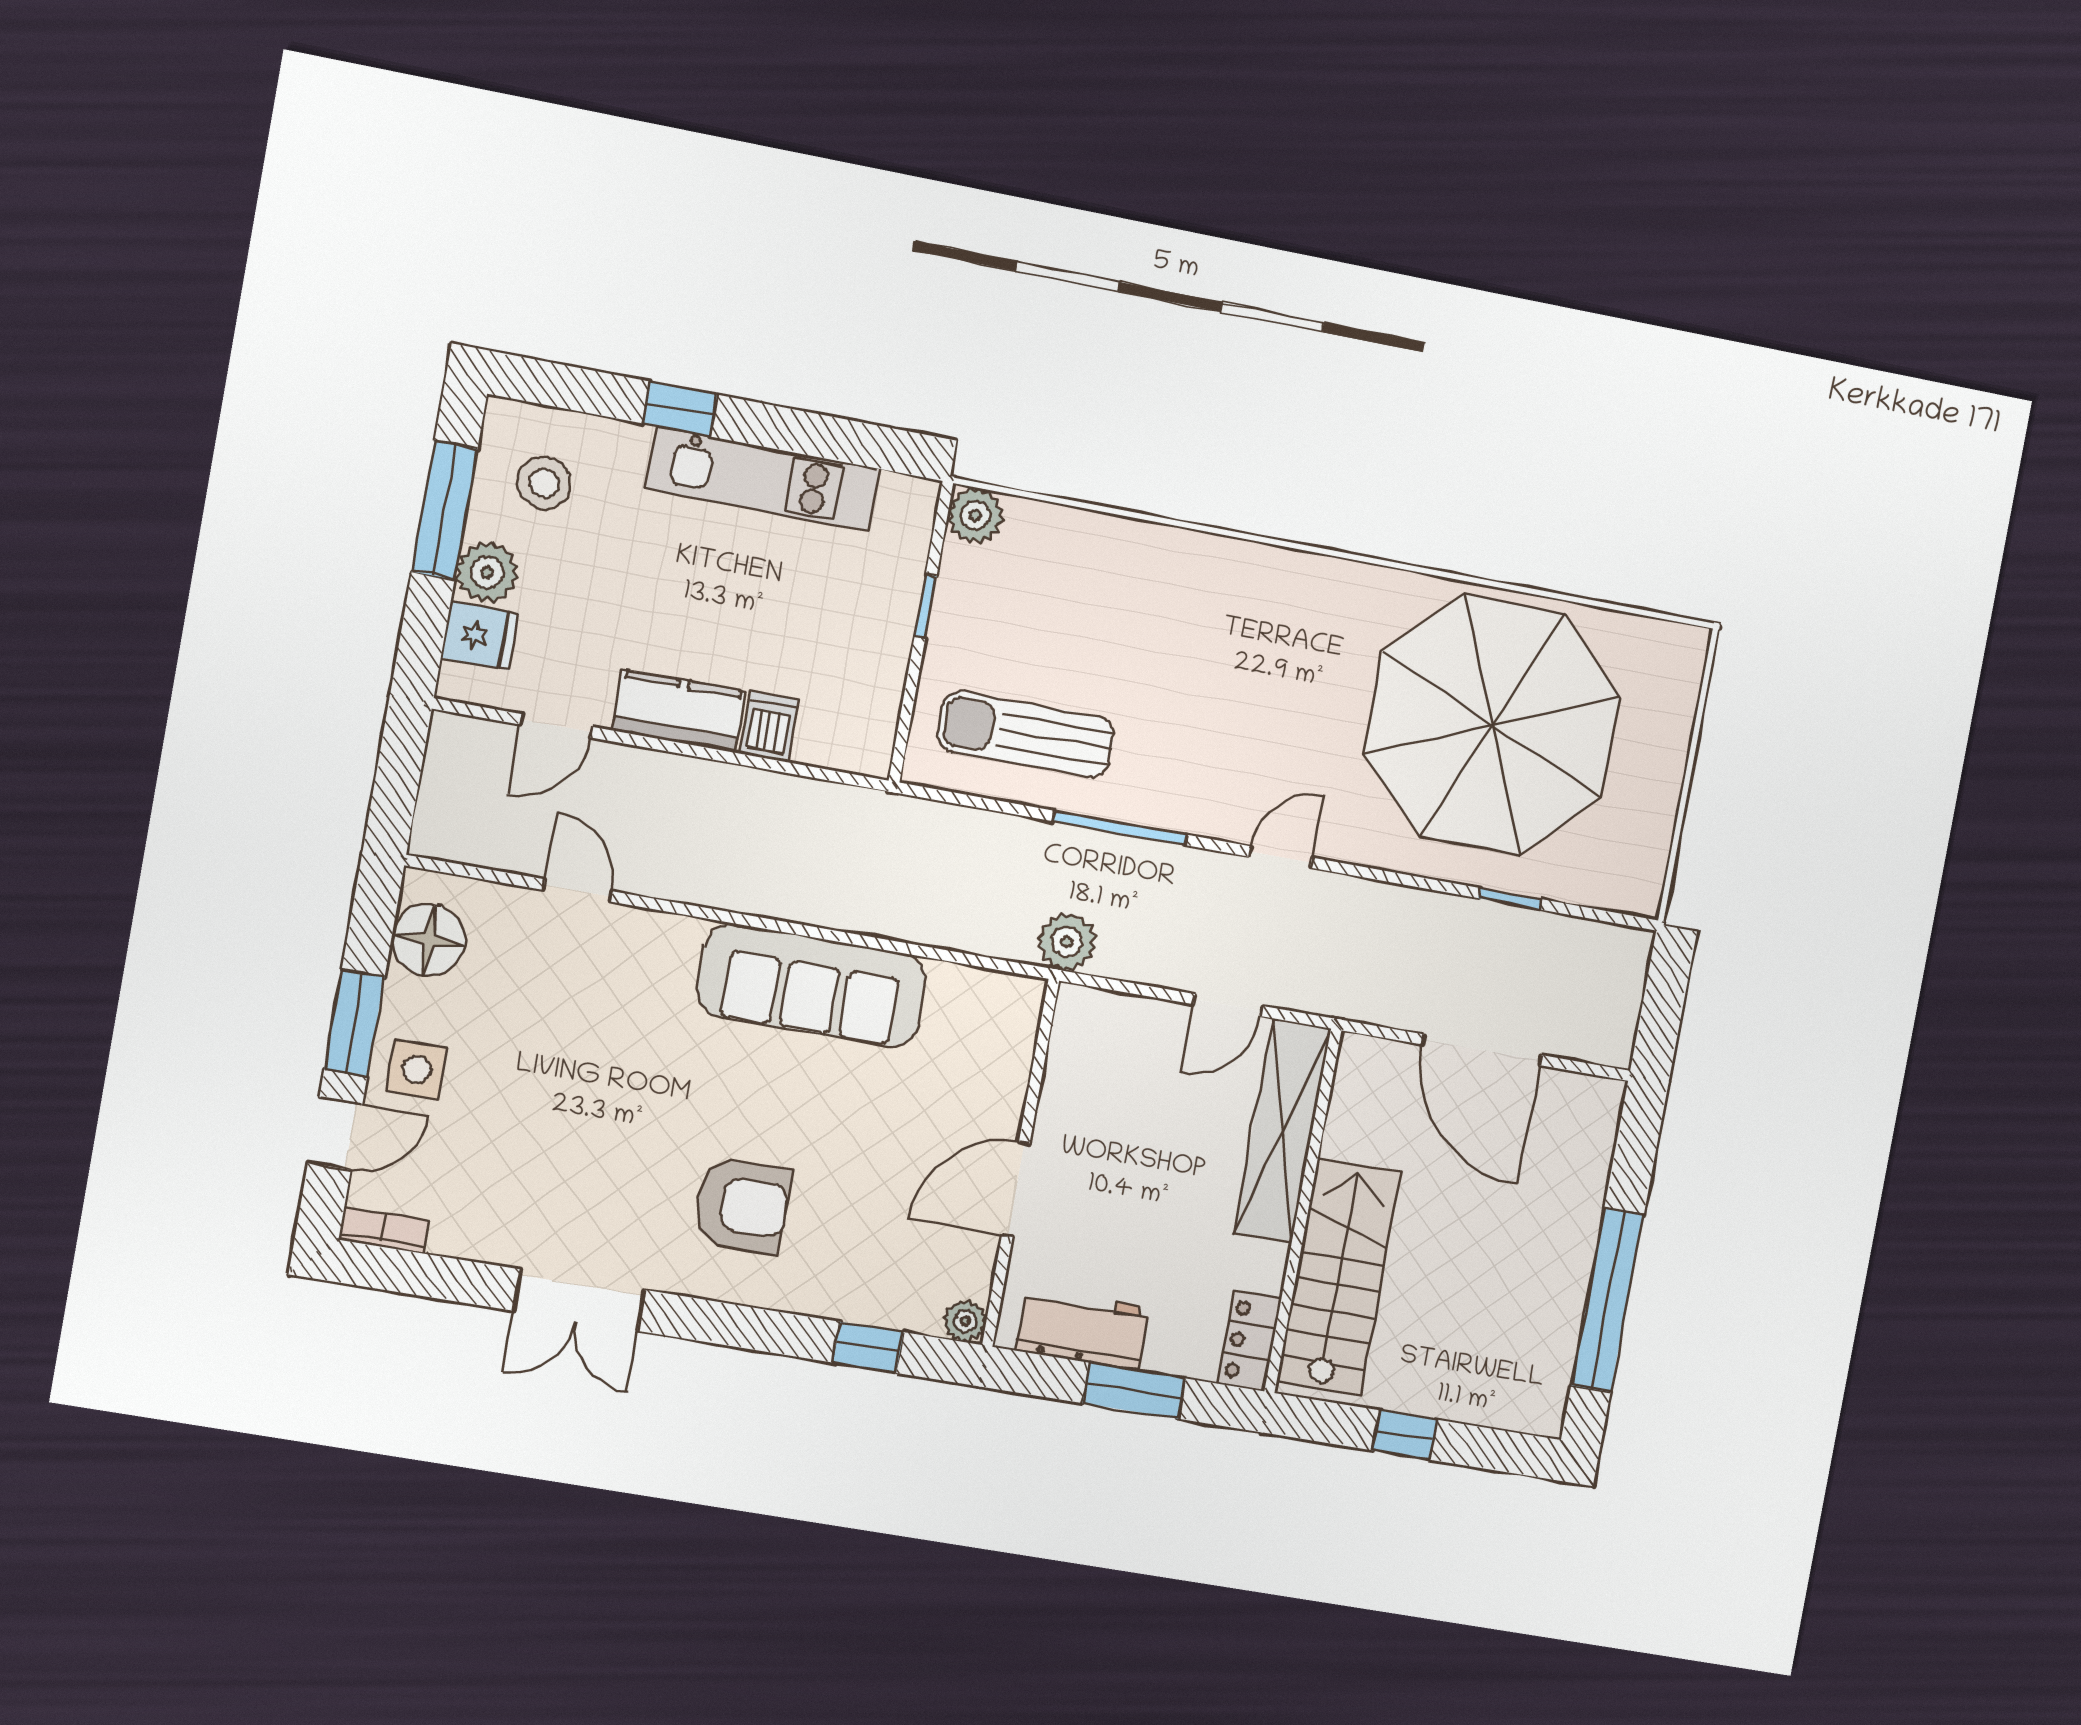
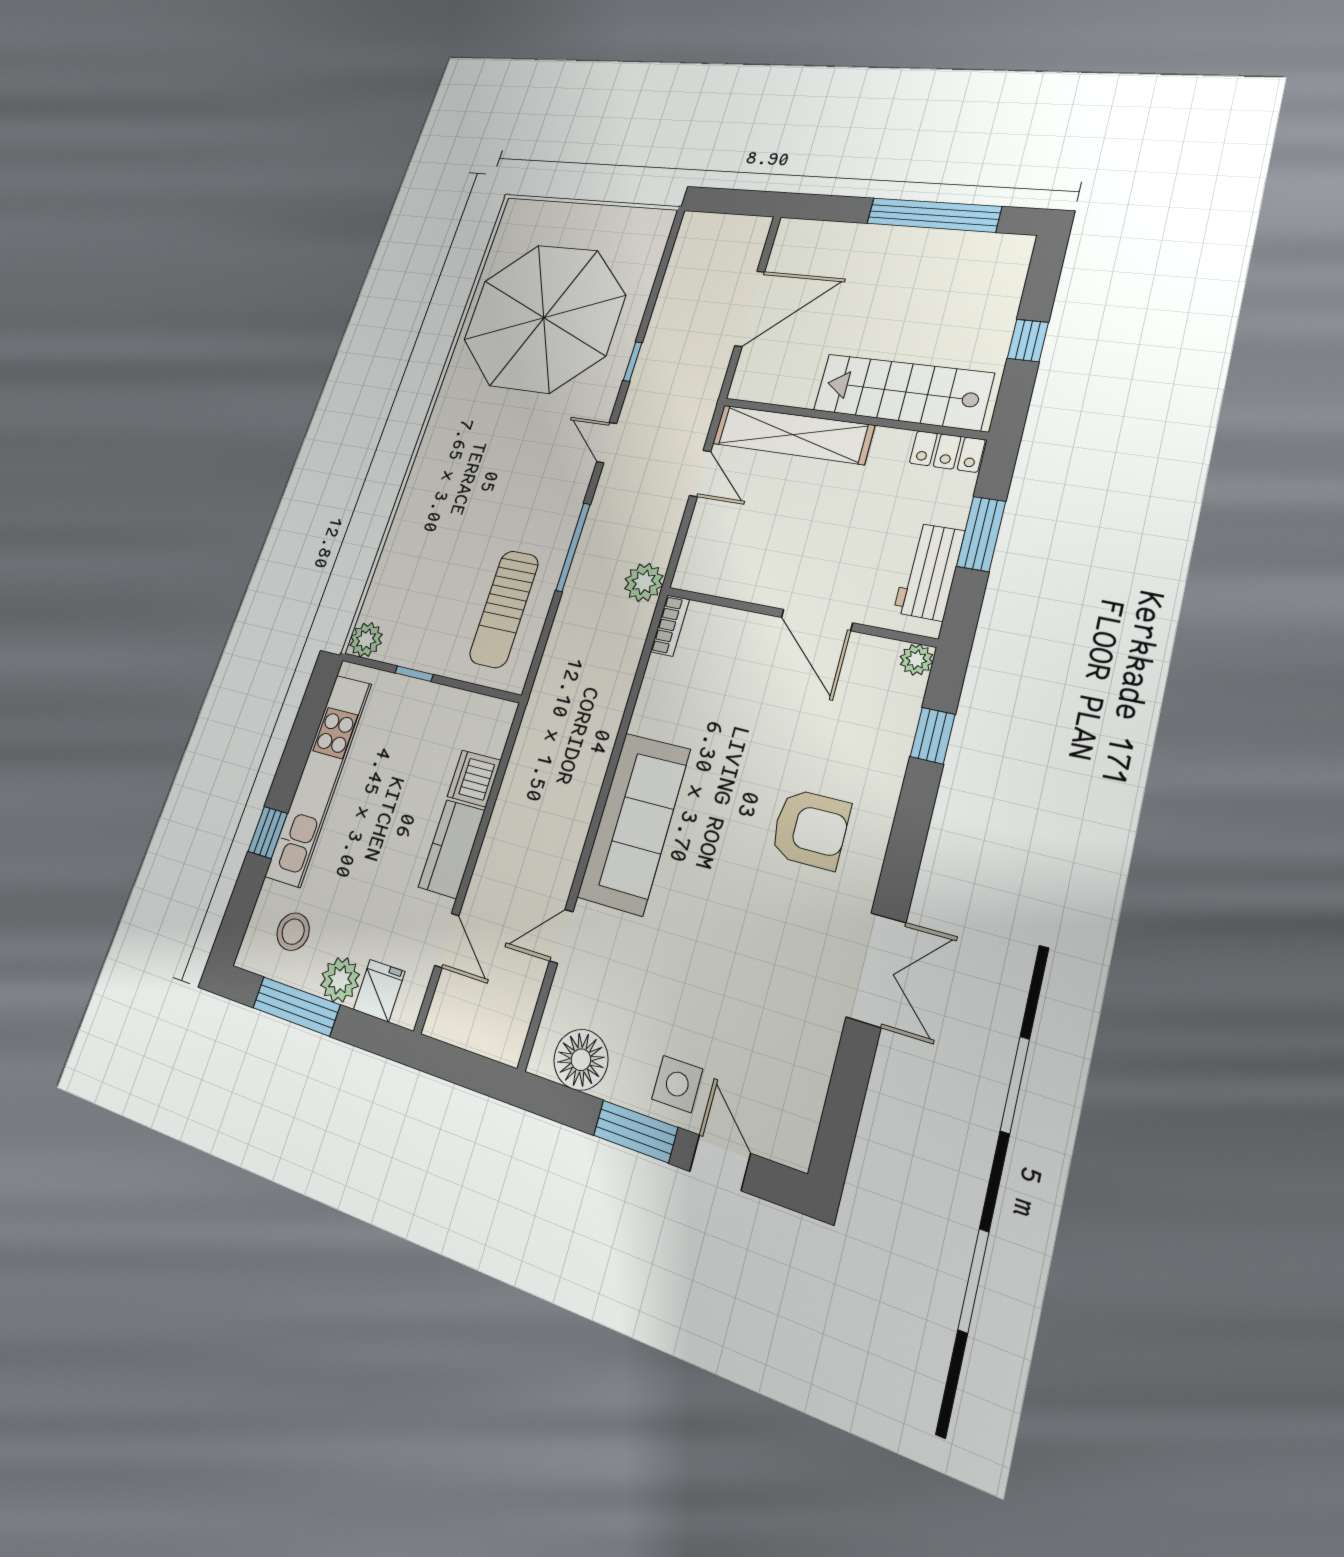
kitchen unit: (763, 479) -> (319, 779), width x1.36
dishwasher: (769, 727) -> (474, 778), width x1.38
window: (1510, 899) -> (633, 362), moved
sofa: (812, 985) -> (634, 823), moved
armchair: (742, 1206) -> (810, 829), turned 90
bookcase: (384, 1230) -> (670, 625), moved, turned 180

